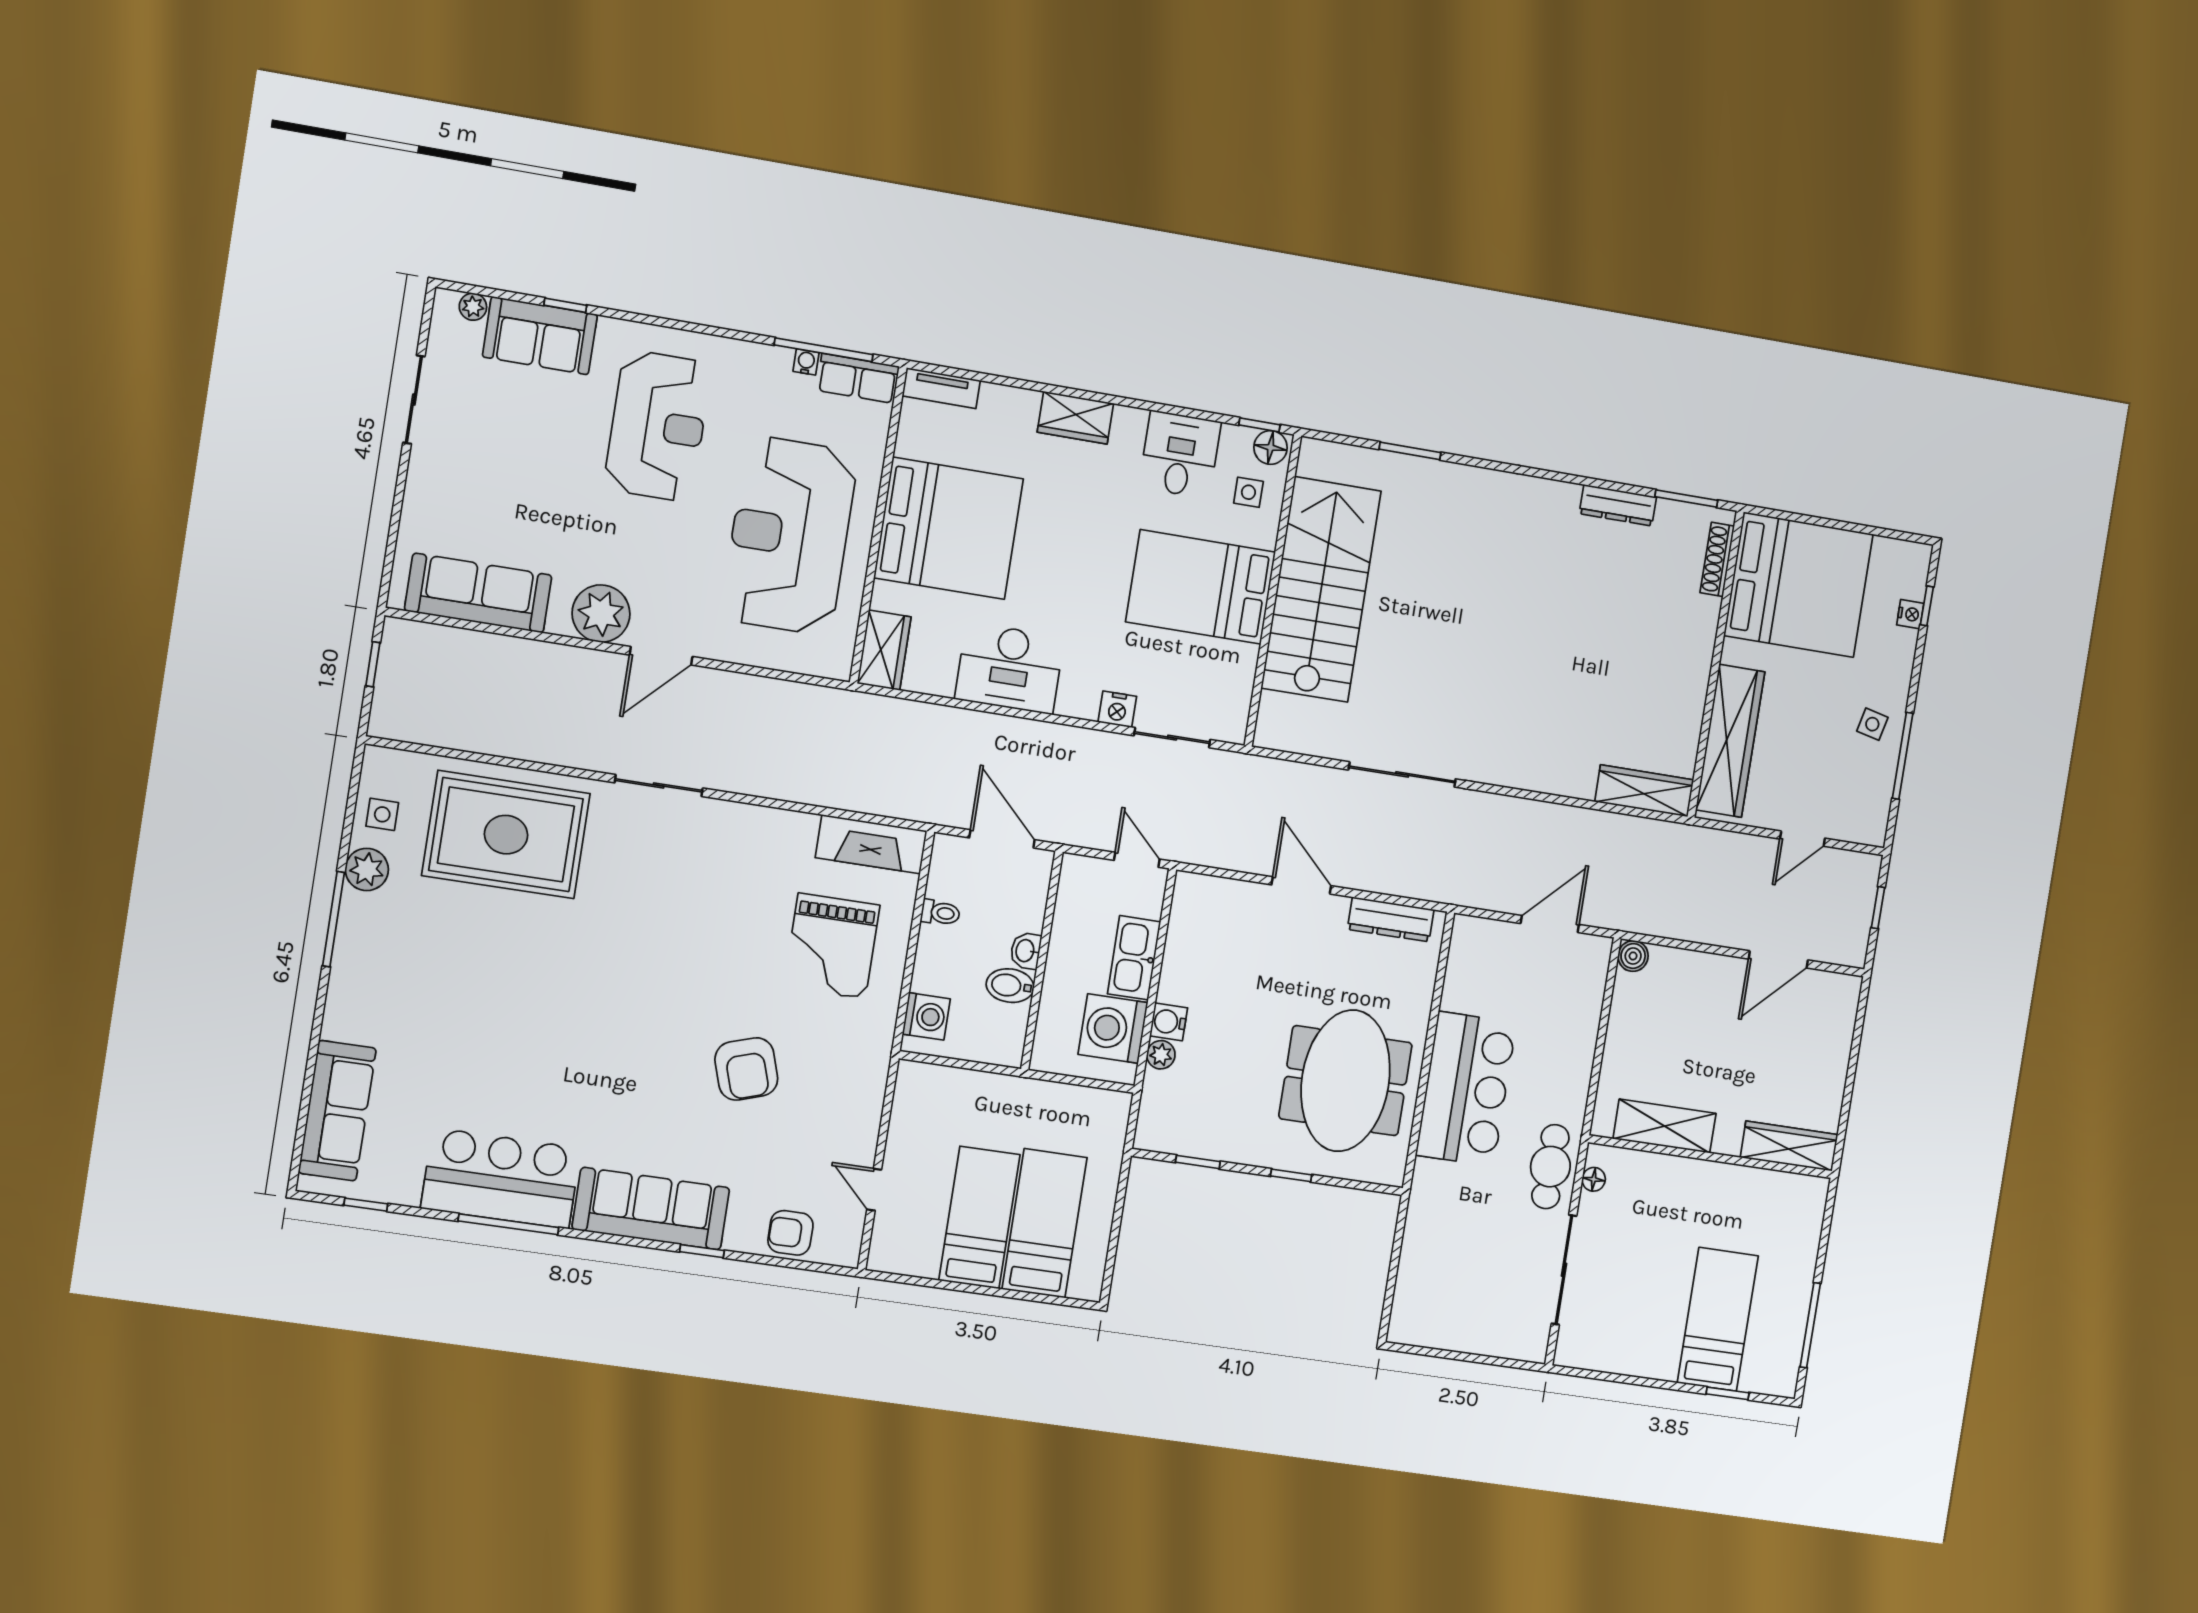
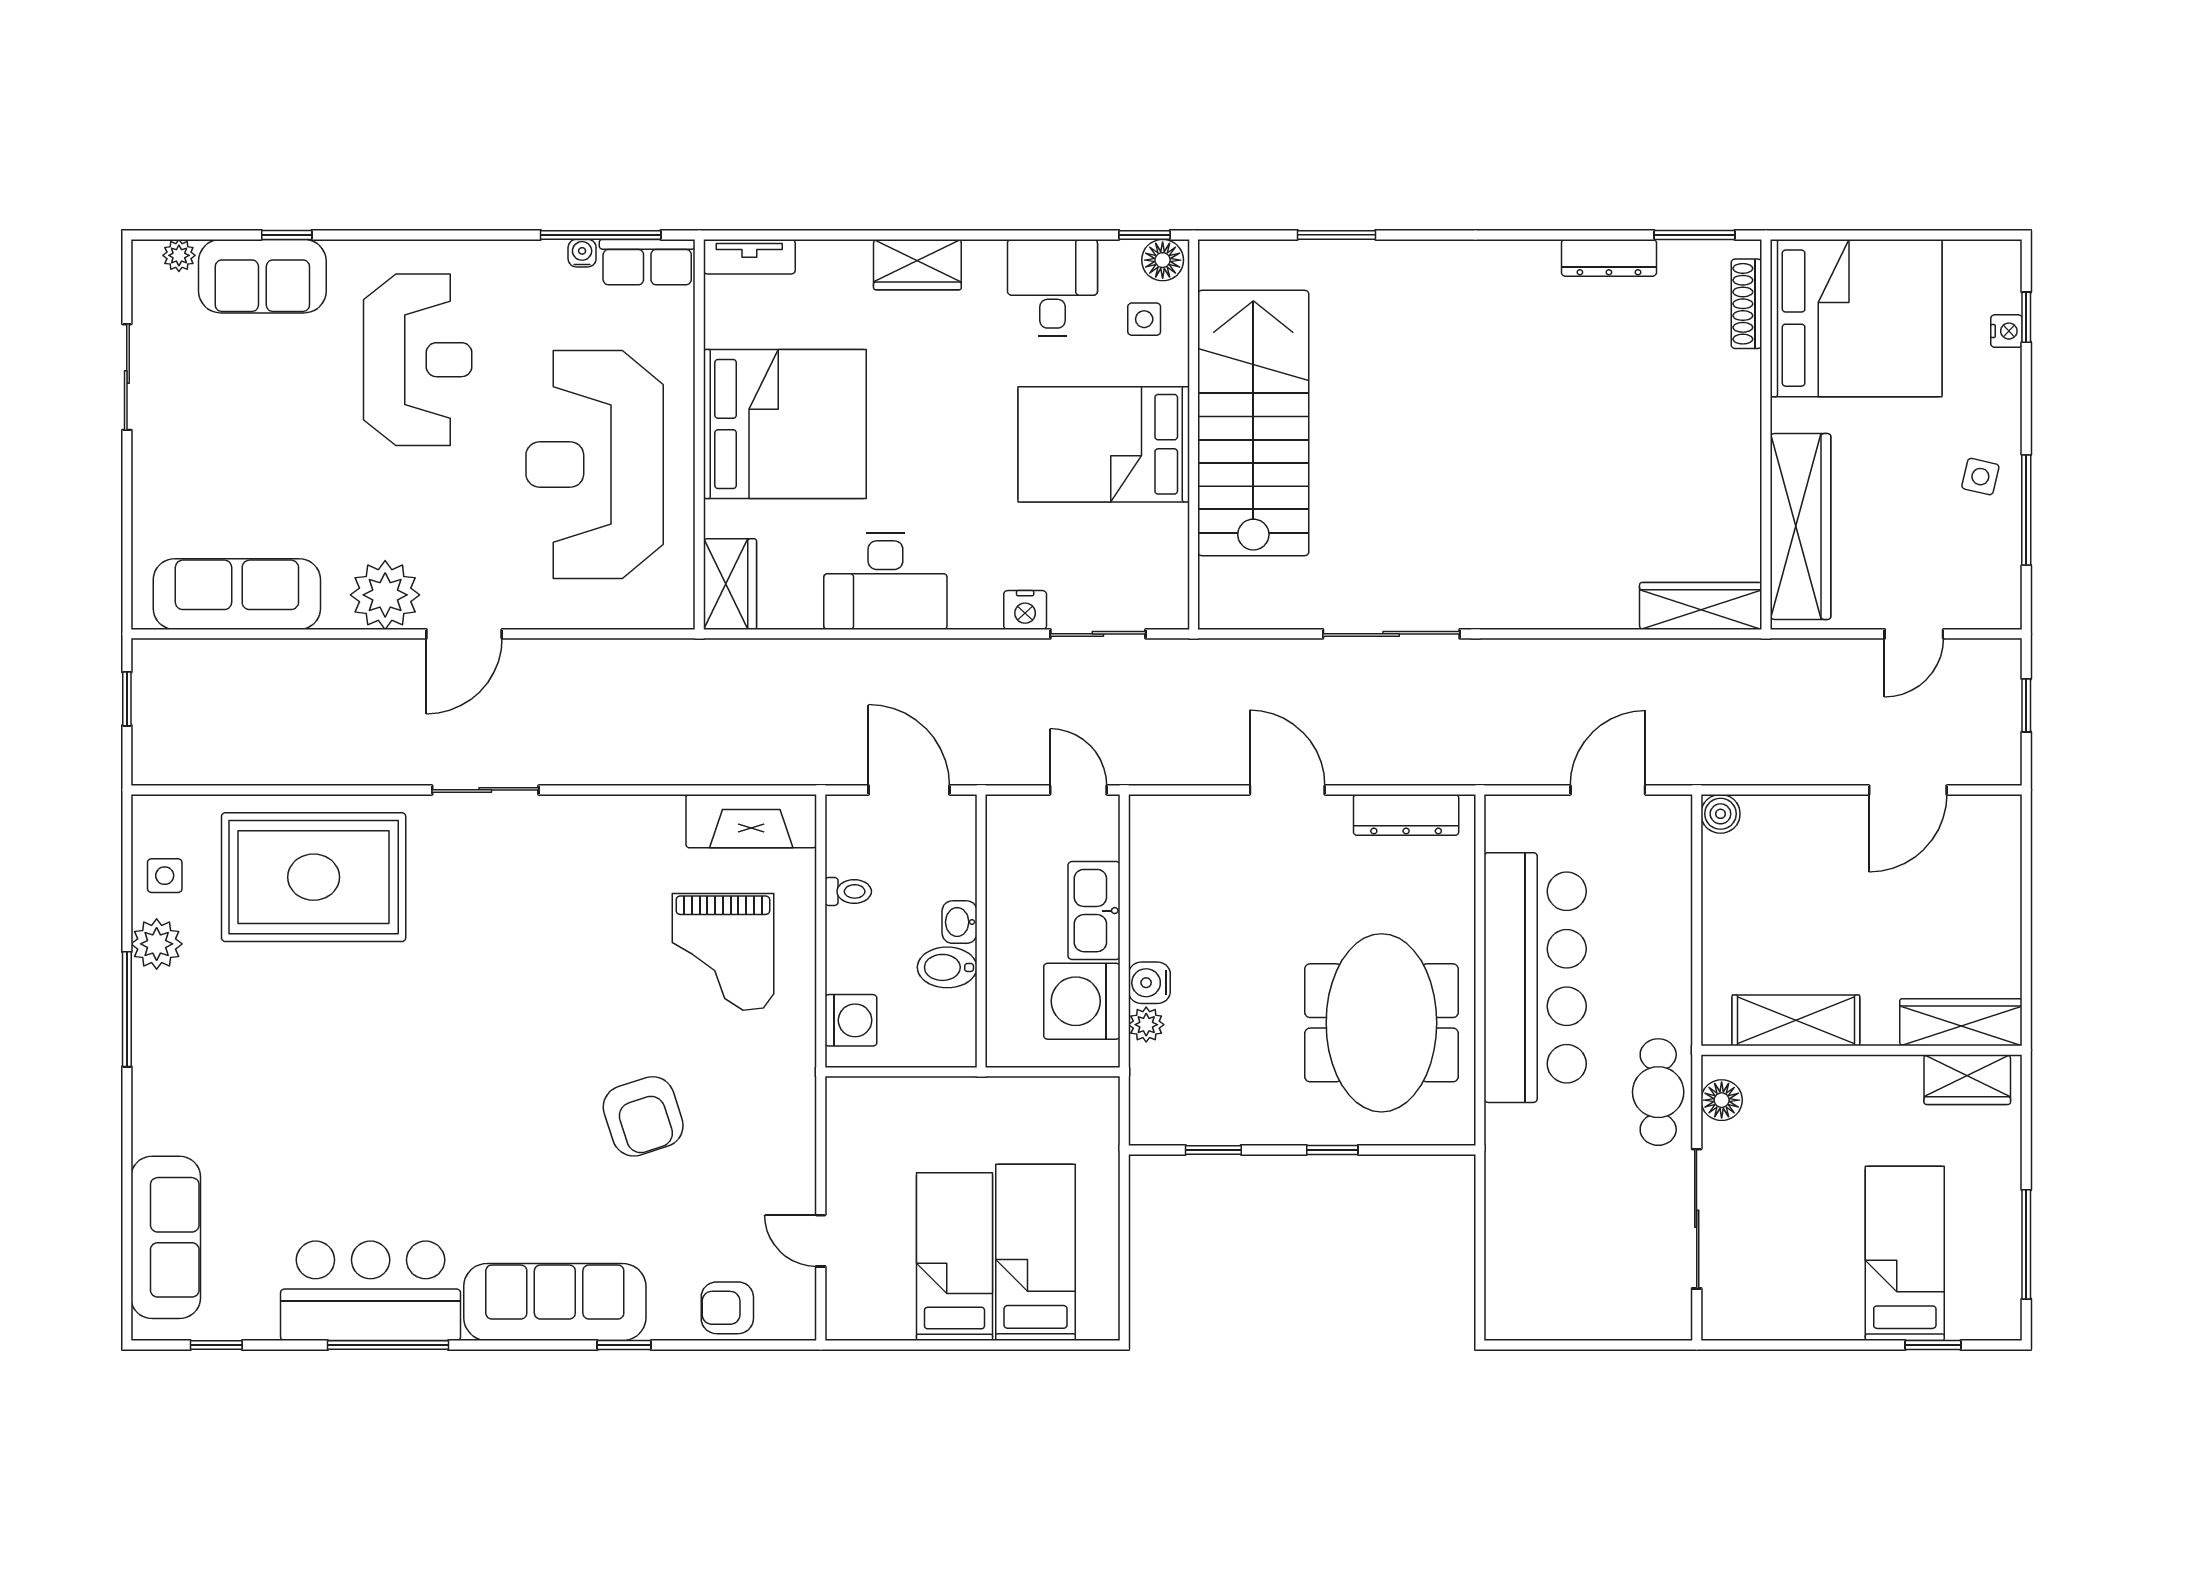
bar counter: (1466, 1089) -> (1535, 978), width x1.36
floor lamp: (1594, 1179) -> (1722, 1100), width x1.37, depth x1.37
wardrobe: (1787, 1191) -> (1967, 1080), added

